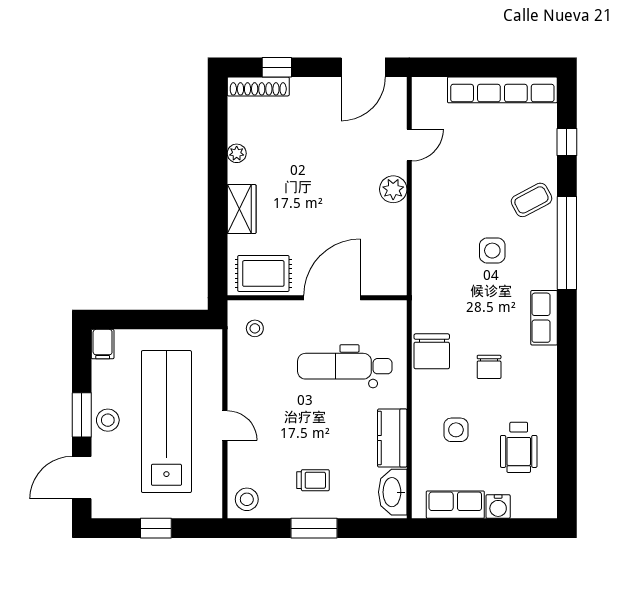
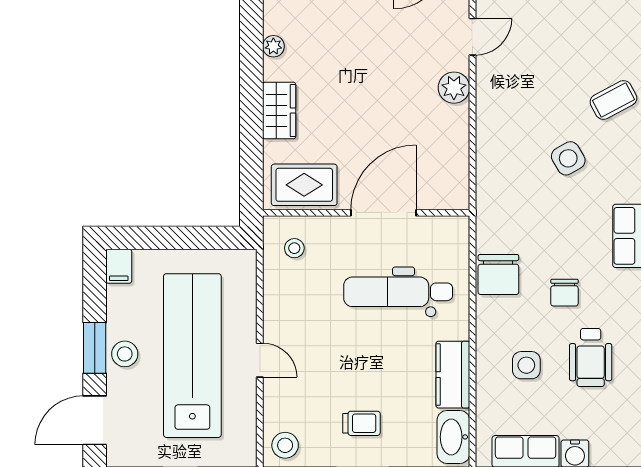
side table: (492, 251) -> (568, 158), turned -30
wheelchair: (519, 447) -> (591, 357), moved

